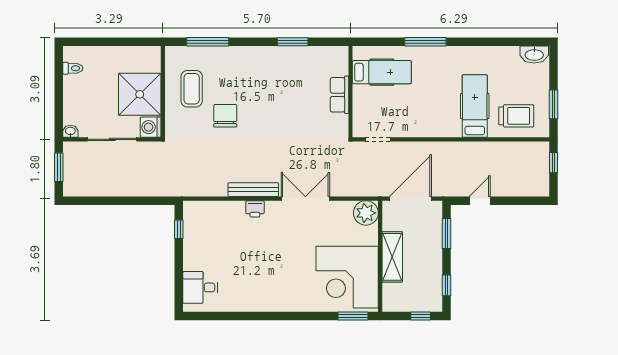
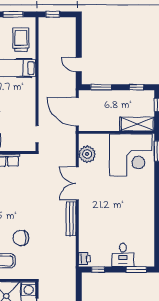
printer: (255, 209) -> (84, 259), moved
plant: (366, 213) -> (87, 154), moved
shelving: (392, 257) -> (137, 124), moved
window: (179, 285) -> (136, 270), added
desk: (200, 287) -> (123, 255), moved

